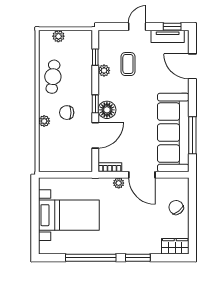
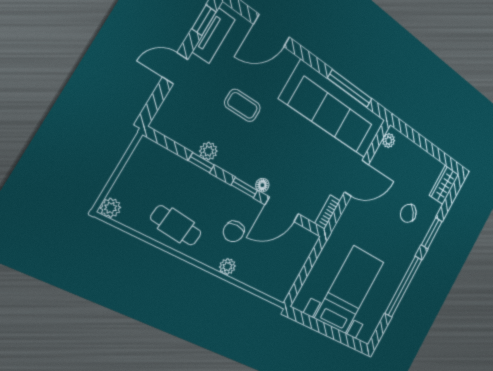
door: (137, 27) -> (175, 68), hinge flipped
plant: (58, 36) -> (111, 208), moved
window: (95, 57) -> (201, 163), moved
coffee table: (128, 64) -> (242, 105), moved
floor lamp: (107, 110) -> (262, 185), width x0.53, depth x0.53
door: (95, 135) -> (282, 209), swing flipped
plant: (119, 183) -> (389, 141), moved
chair: (176, 207) -> (408, 213), moved

